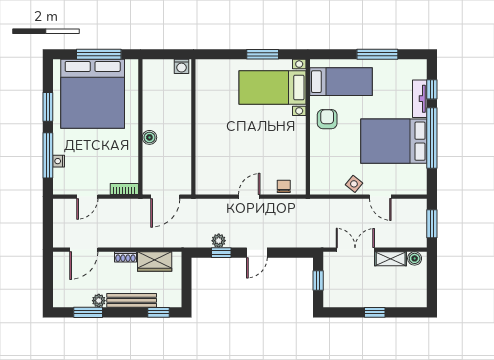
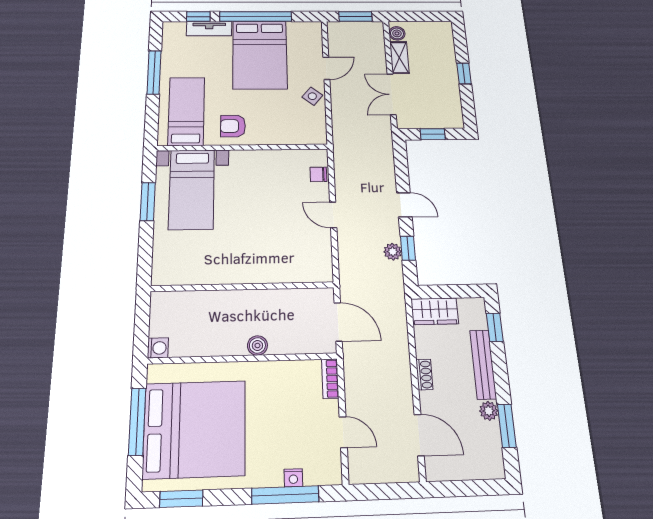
washing machine: (182, 66) -> (158, 348), moved
window: (48, 107) -> (181, 499), moved
wardrobe: (155, 261) -> (435, 311), moved, turned 90

